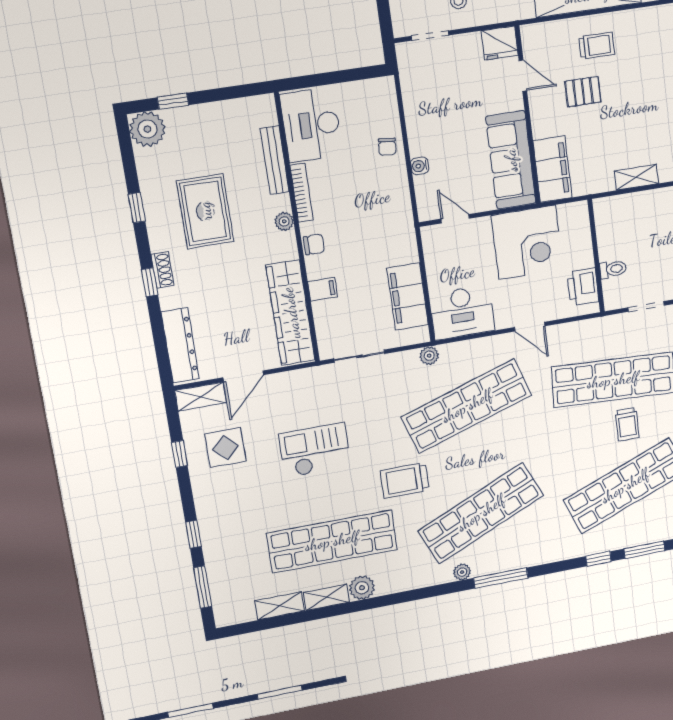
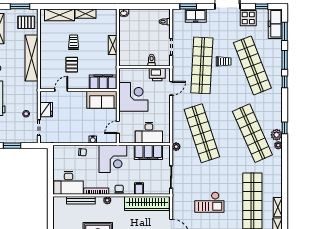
fridge: (500, 43) -> (46, 110), moved
trolley: (597, 46) -> (74, 42), moved
sofa: (511, 160) -> (102, 100), width x0.73
corner desk: (382, 219) -> (113, 159), added
desk: (462, 312) -> (149, 133), moved, turned 90
door: (530, 327) -> (171, 88), moved
checkout: (315, 450) -> (209, 202), turned -90
trolley: (405, 480) -> (231, 165), removed
window: (501, 578) -> (285, 128), width x0.46
plant: (362, 588) -> (277, 135), moved

